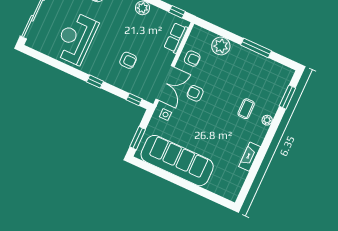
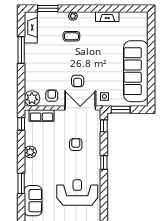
reception desk: (76, 38) -> (77, 193), turned 180
plant: (221, 46) -> (32, 98), moved
fireplace: (276, 69) -> (31, 27), added
window: (138, 138) -> (121, 110), moved

